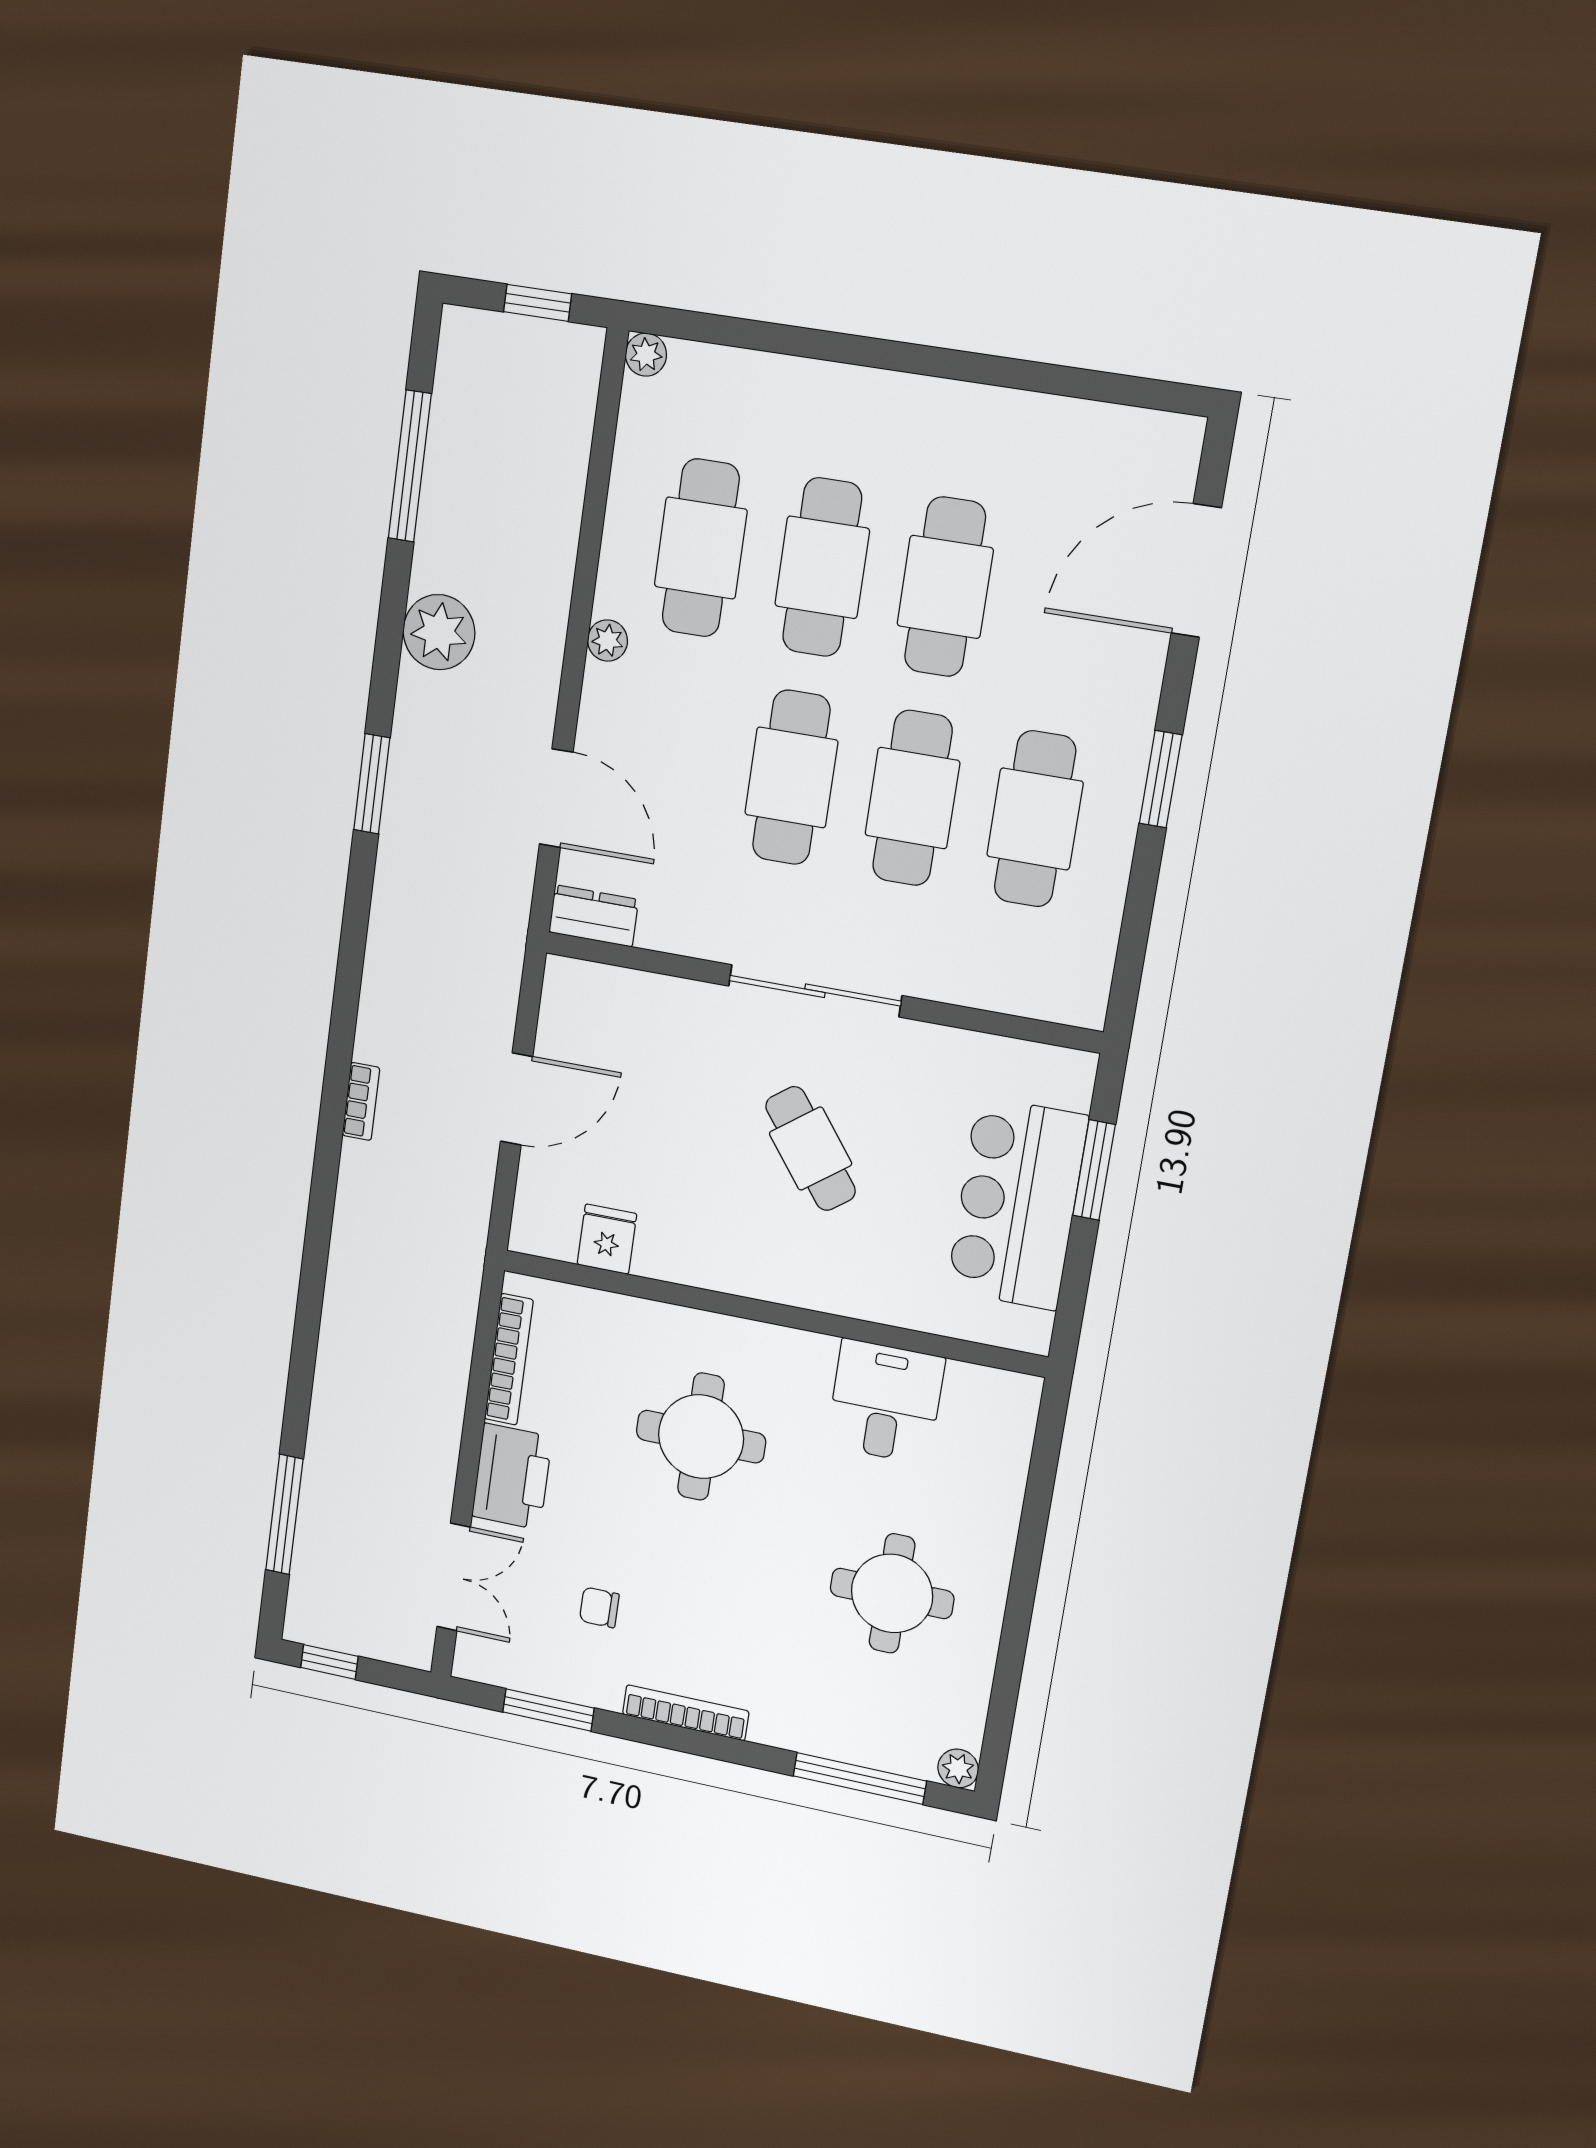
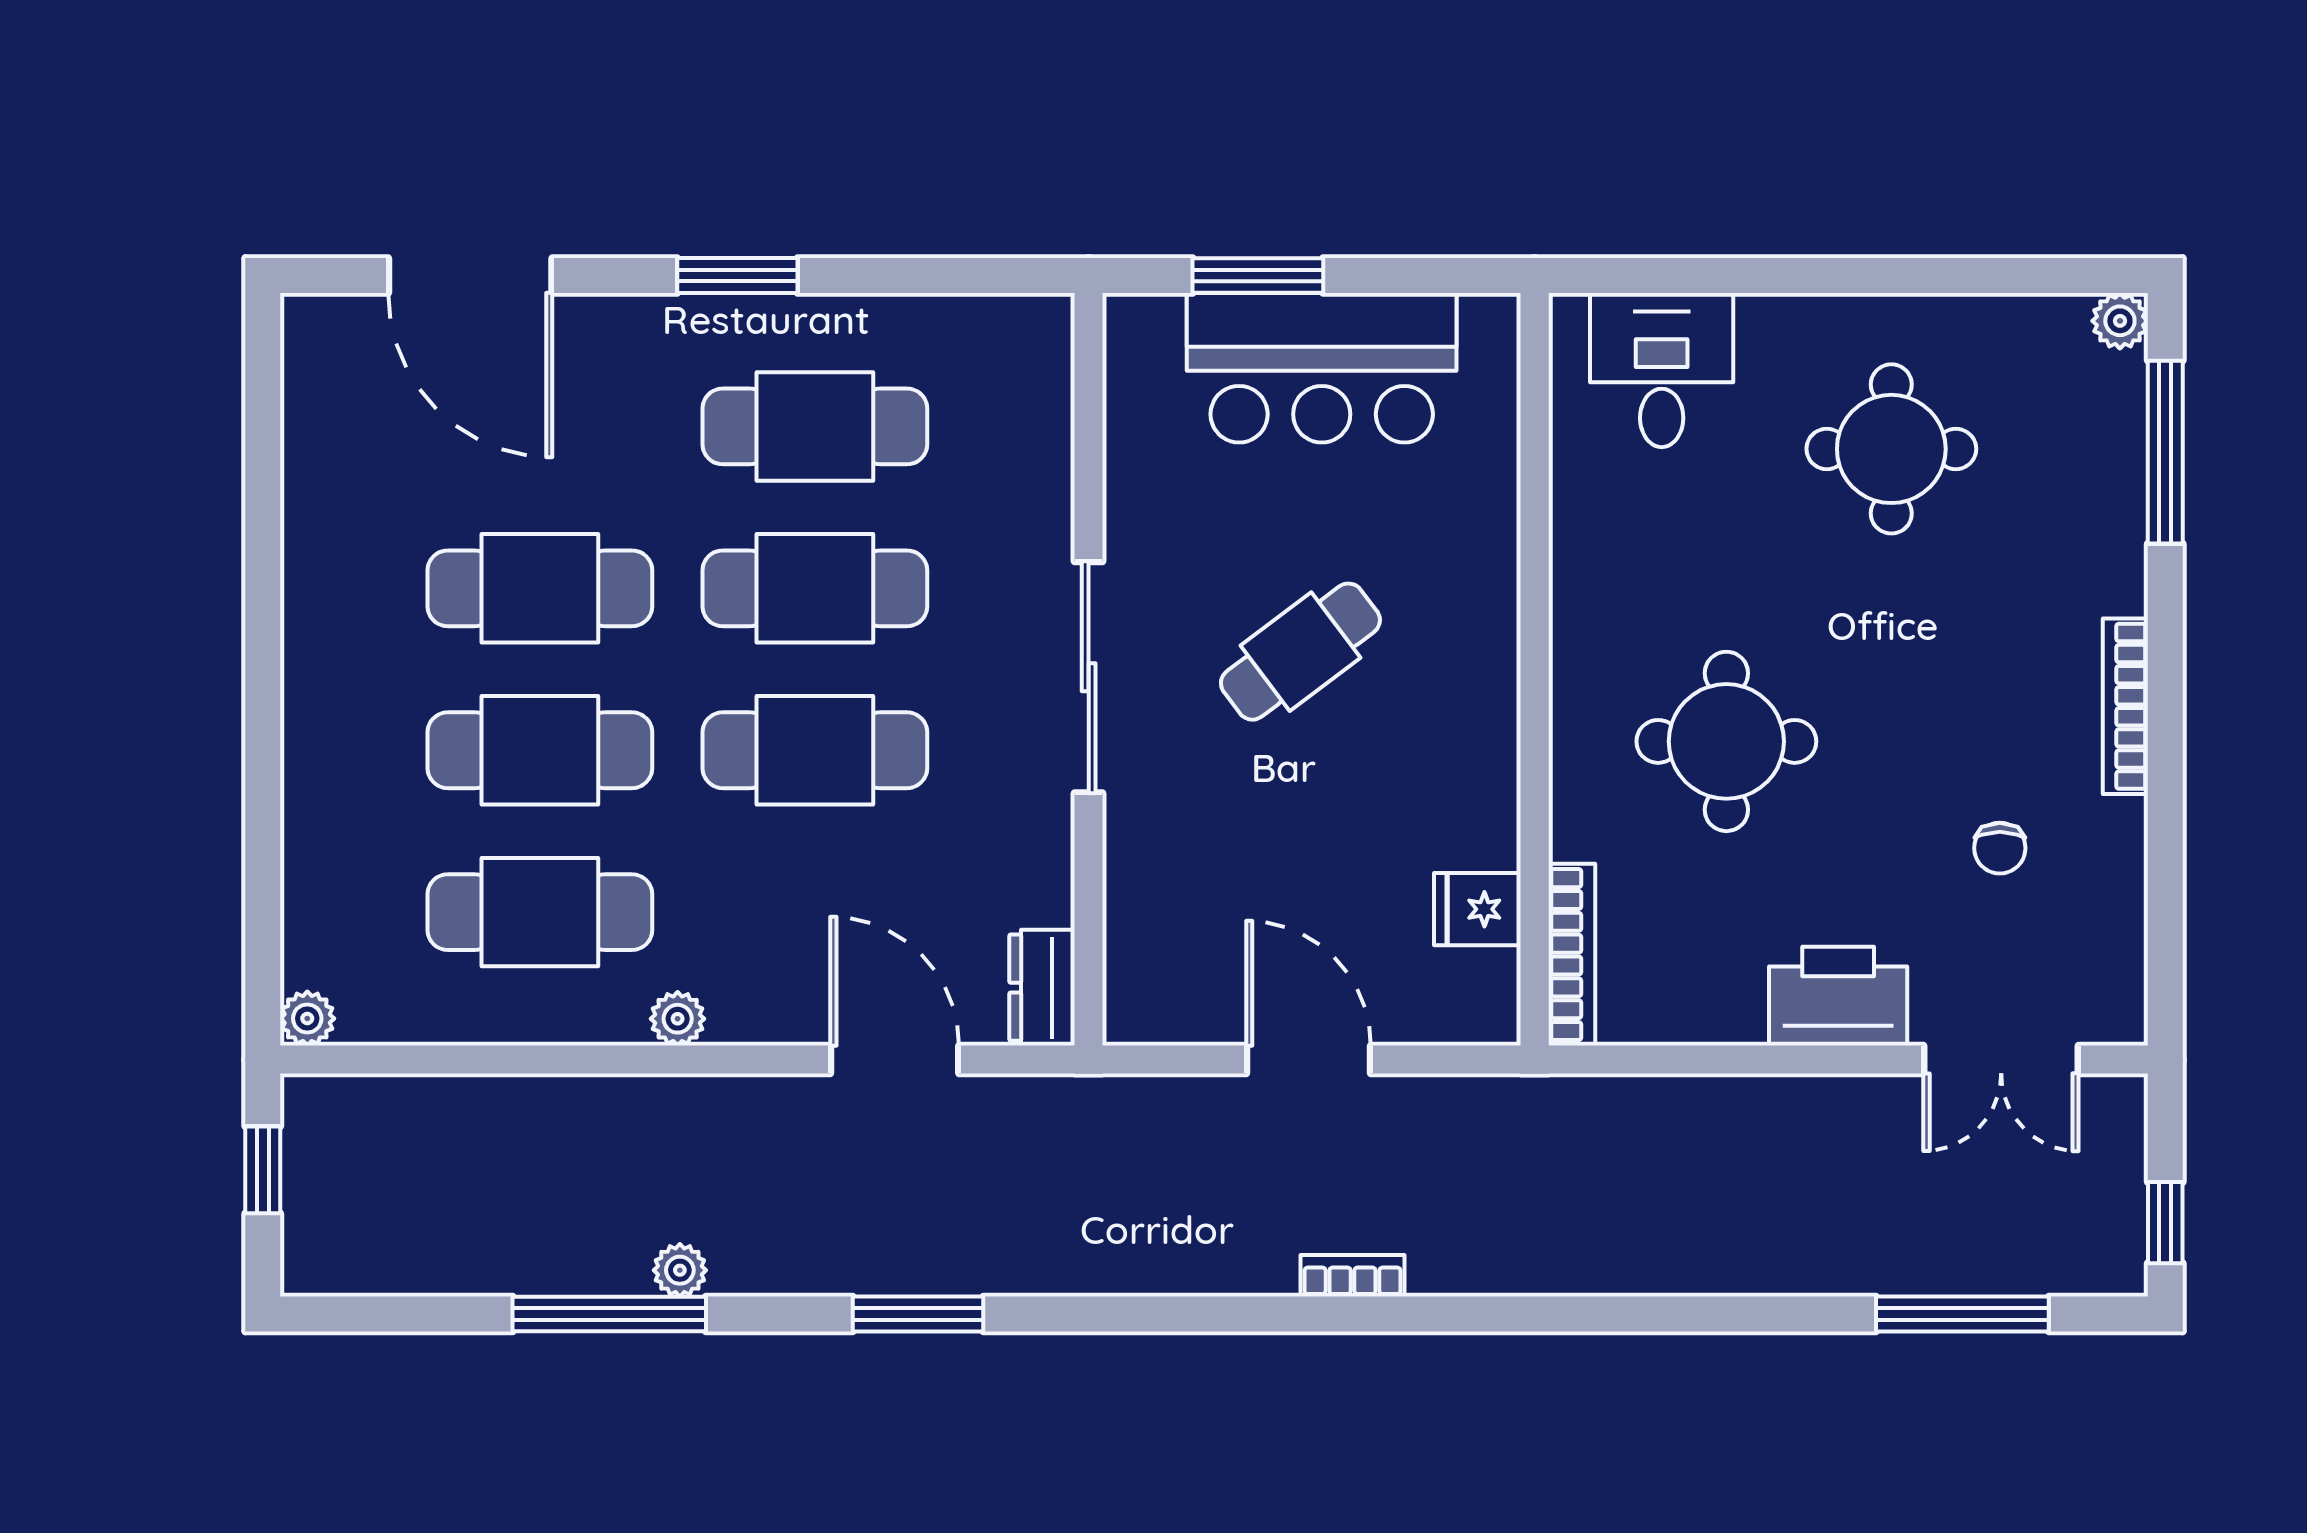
window: (410, 466) -> (609, 1314), moved
plant: (439, 632) -> (680, 1270), width x0.53, depth x0.53
door: (556, 798) -> (895, 1060), hinge flipped
bookcase: (509, 1359) -> (1572, 955), moved, turned 90
desk: (885, 1402) -> (1662, 370), moved, turned 90
double door: (454, 1577) -> (2001, 1060), swing flipped
window: (548, 1710) -> (2165, 899), removed

